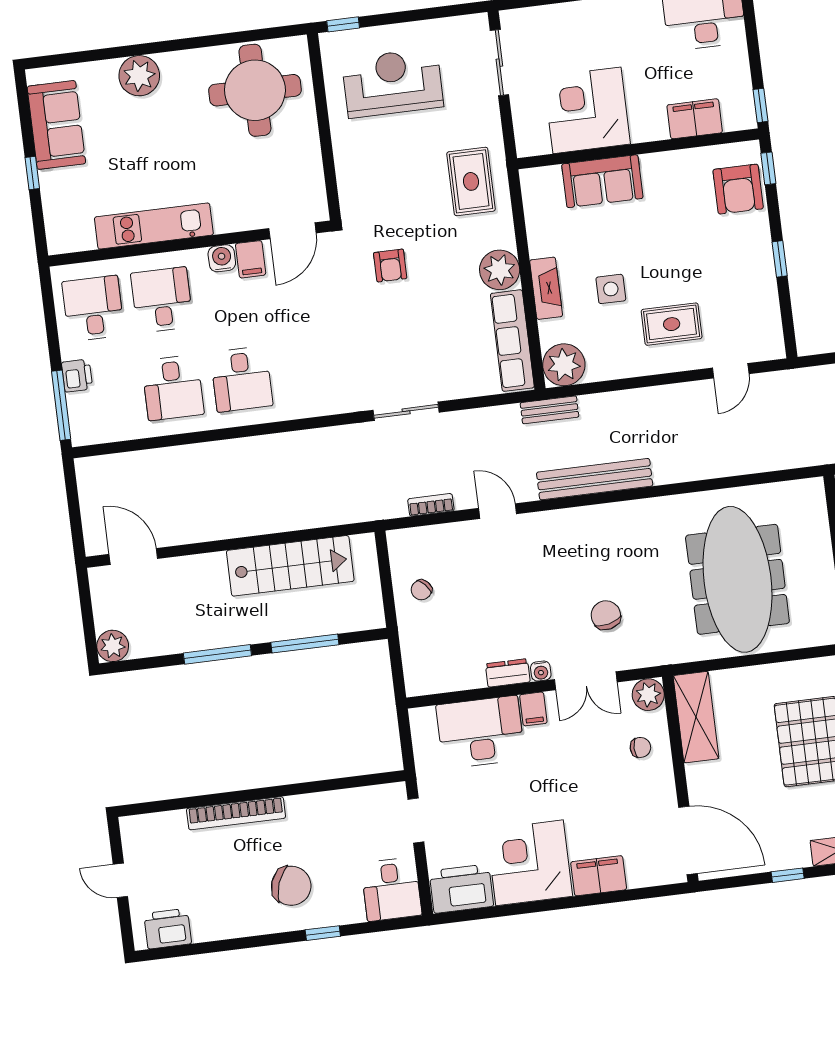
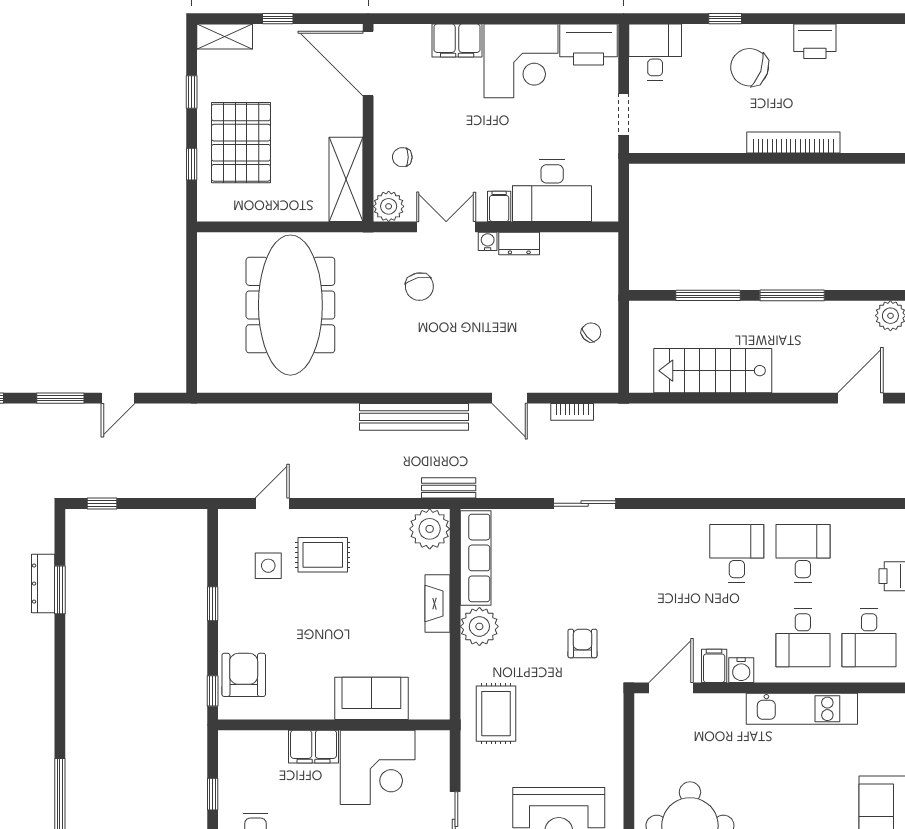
window: (761, 105) -> (213, 794), moved
filing cabinet: (695, 119) -> (314, 747), moved
side table: (611, 289) -> (268, 566), moved
door: (133, 556) -> (860, 398), swing flipped
printer: (168, 929) -> (815, 41), moved

